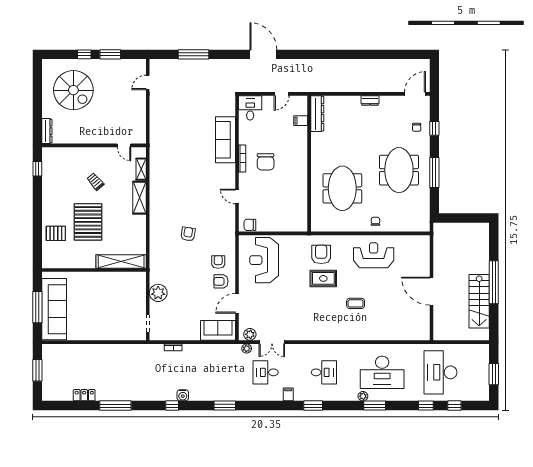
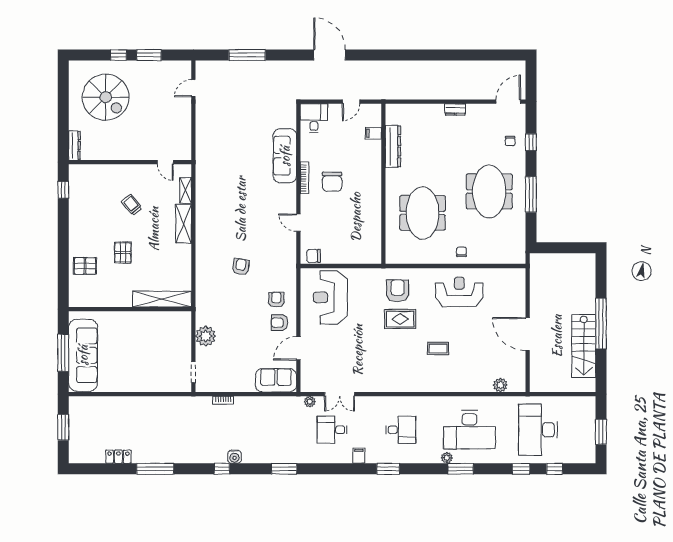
dresser: (317, 114) -> (393, 146), moved
pallet: (88, 222) -> (123, 252), width x0.49, depth x0.50
plant: (250, 334) -> (500, 385), moved

